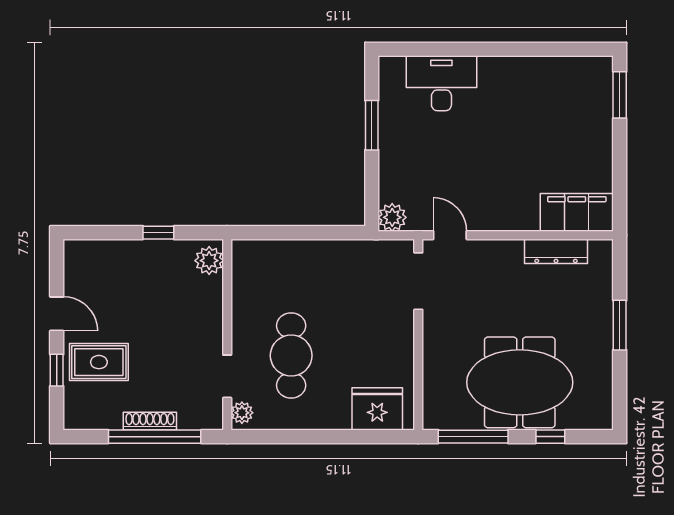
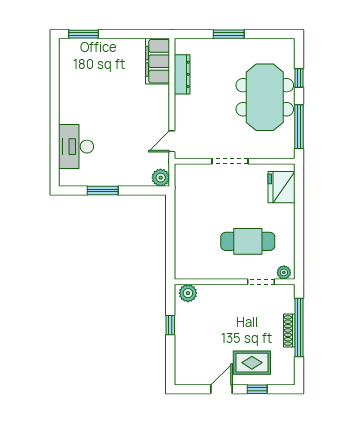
doorway: (418, 281) -> (230, 161), moved
rug: (99, 362) -> (252, 363), turned 90

